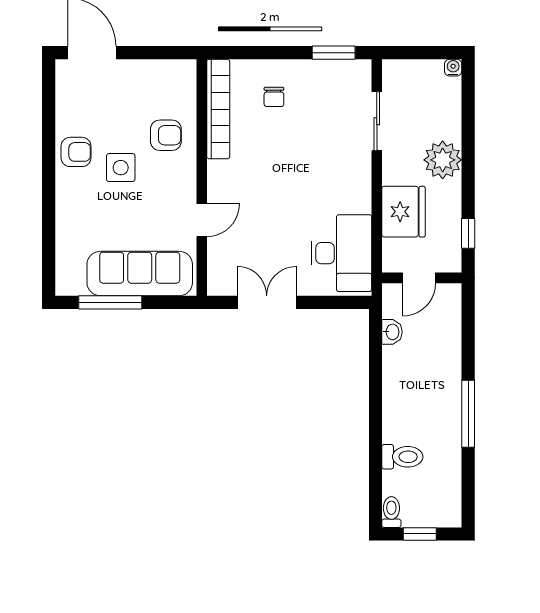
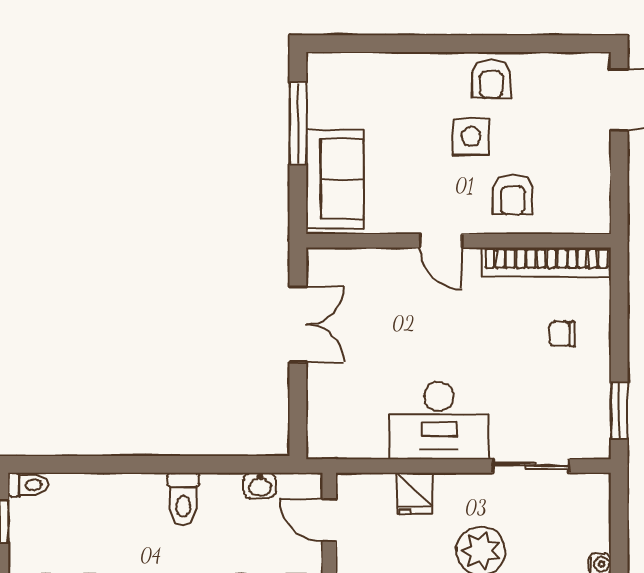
fridge: (403, 212) -> (414, 493), width x0.53, depth x0.75
door: (202, 220) -> (441, 241), moved
desk: (341, 253) -> (439, 420), moved
sofa: (140, 274) -> (335, 179), width x0.73
toilet: (402, 457) -> (183, 499), moved

